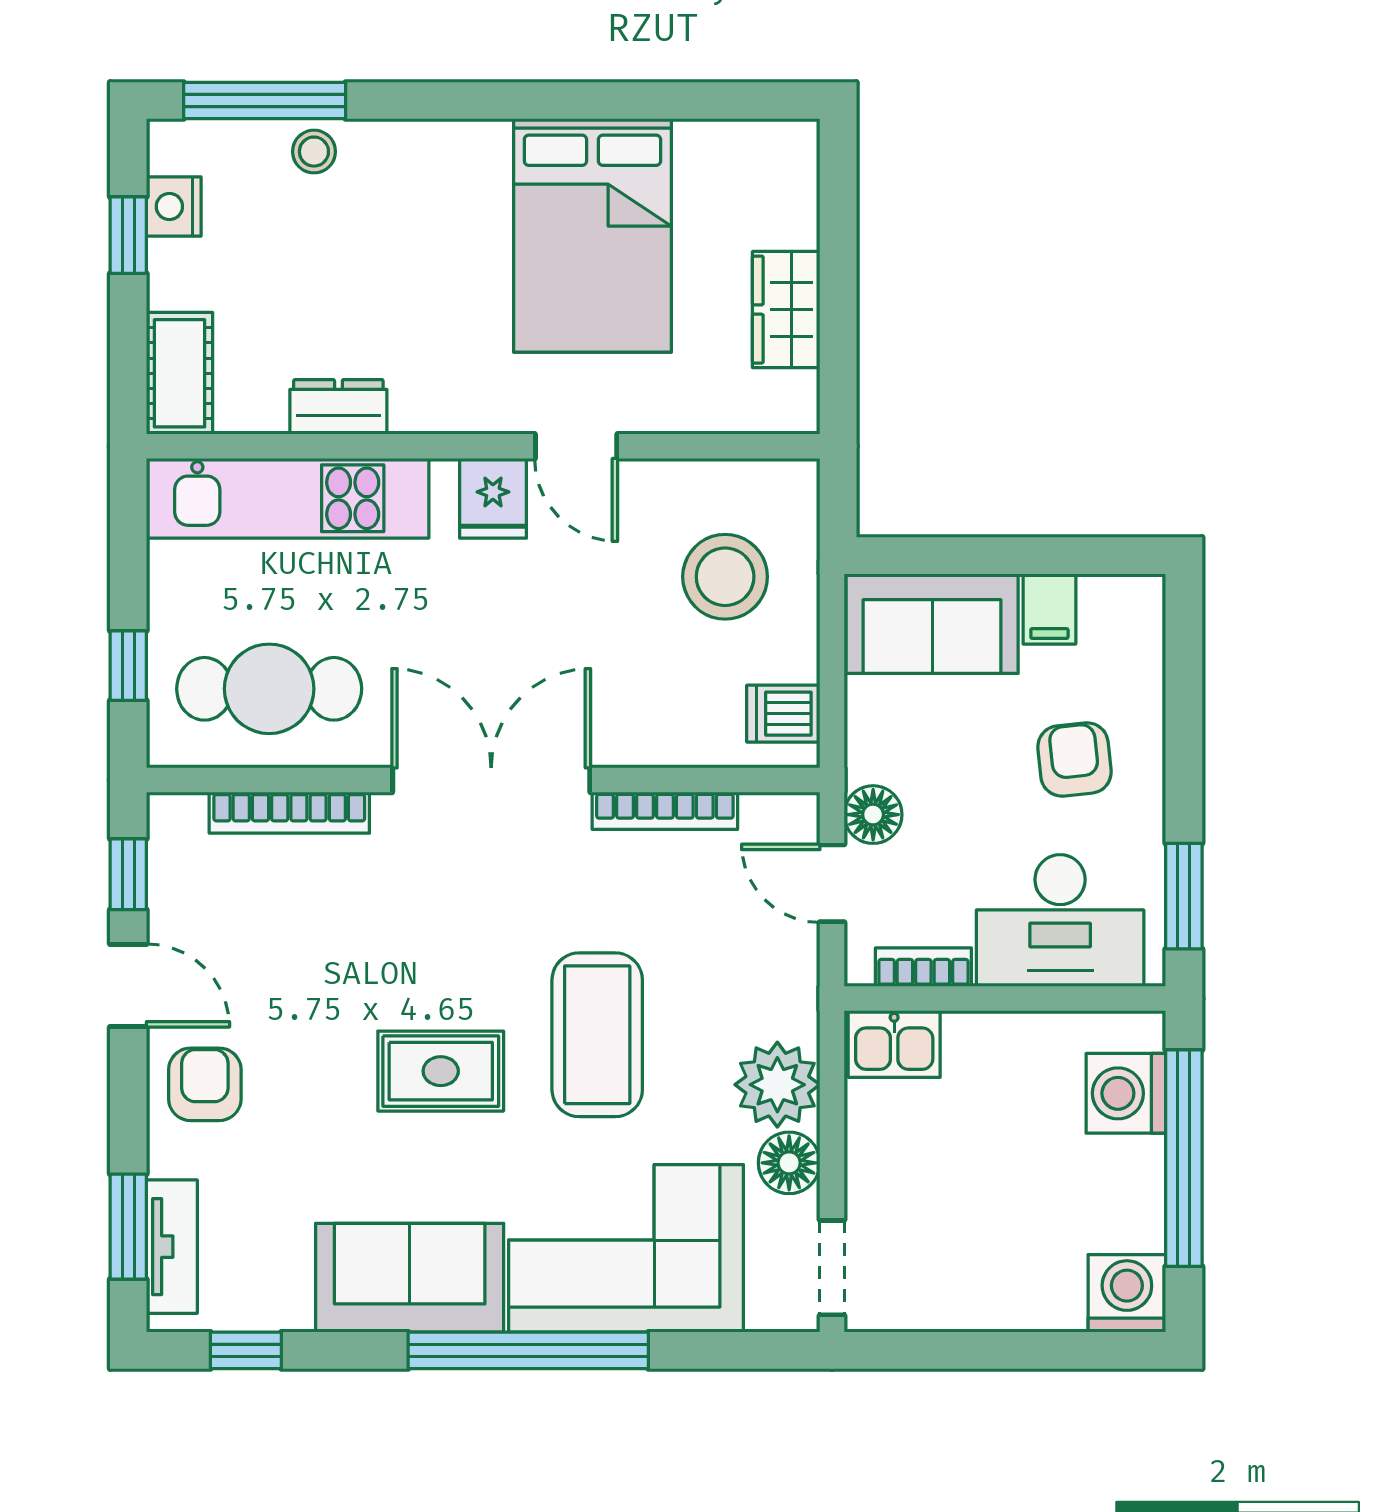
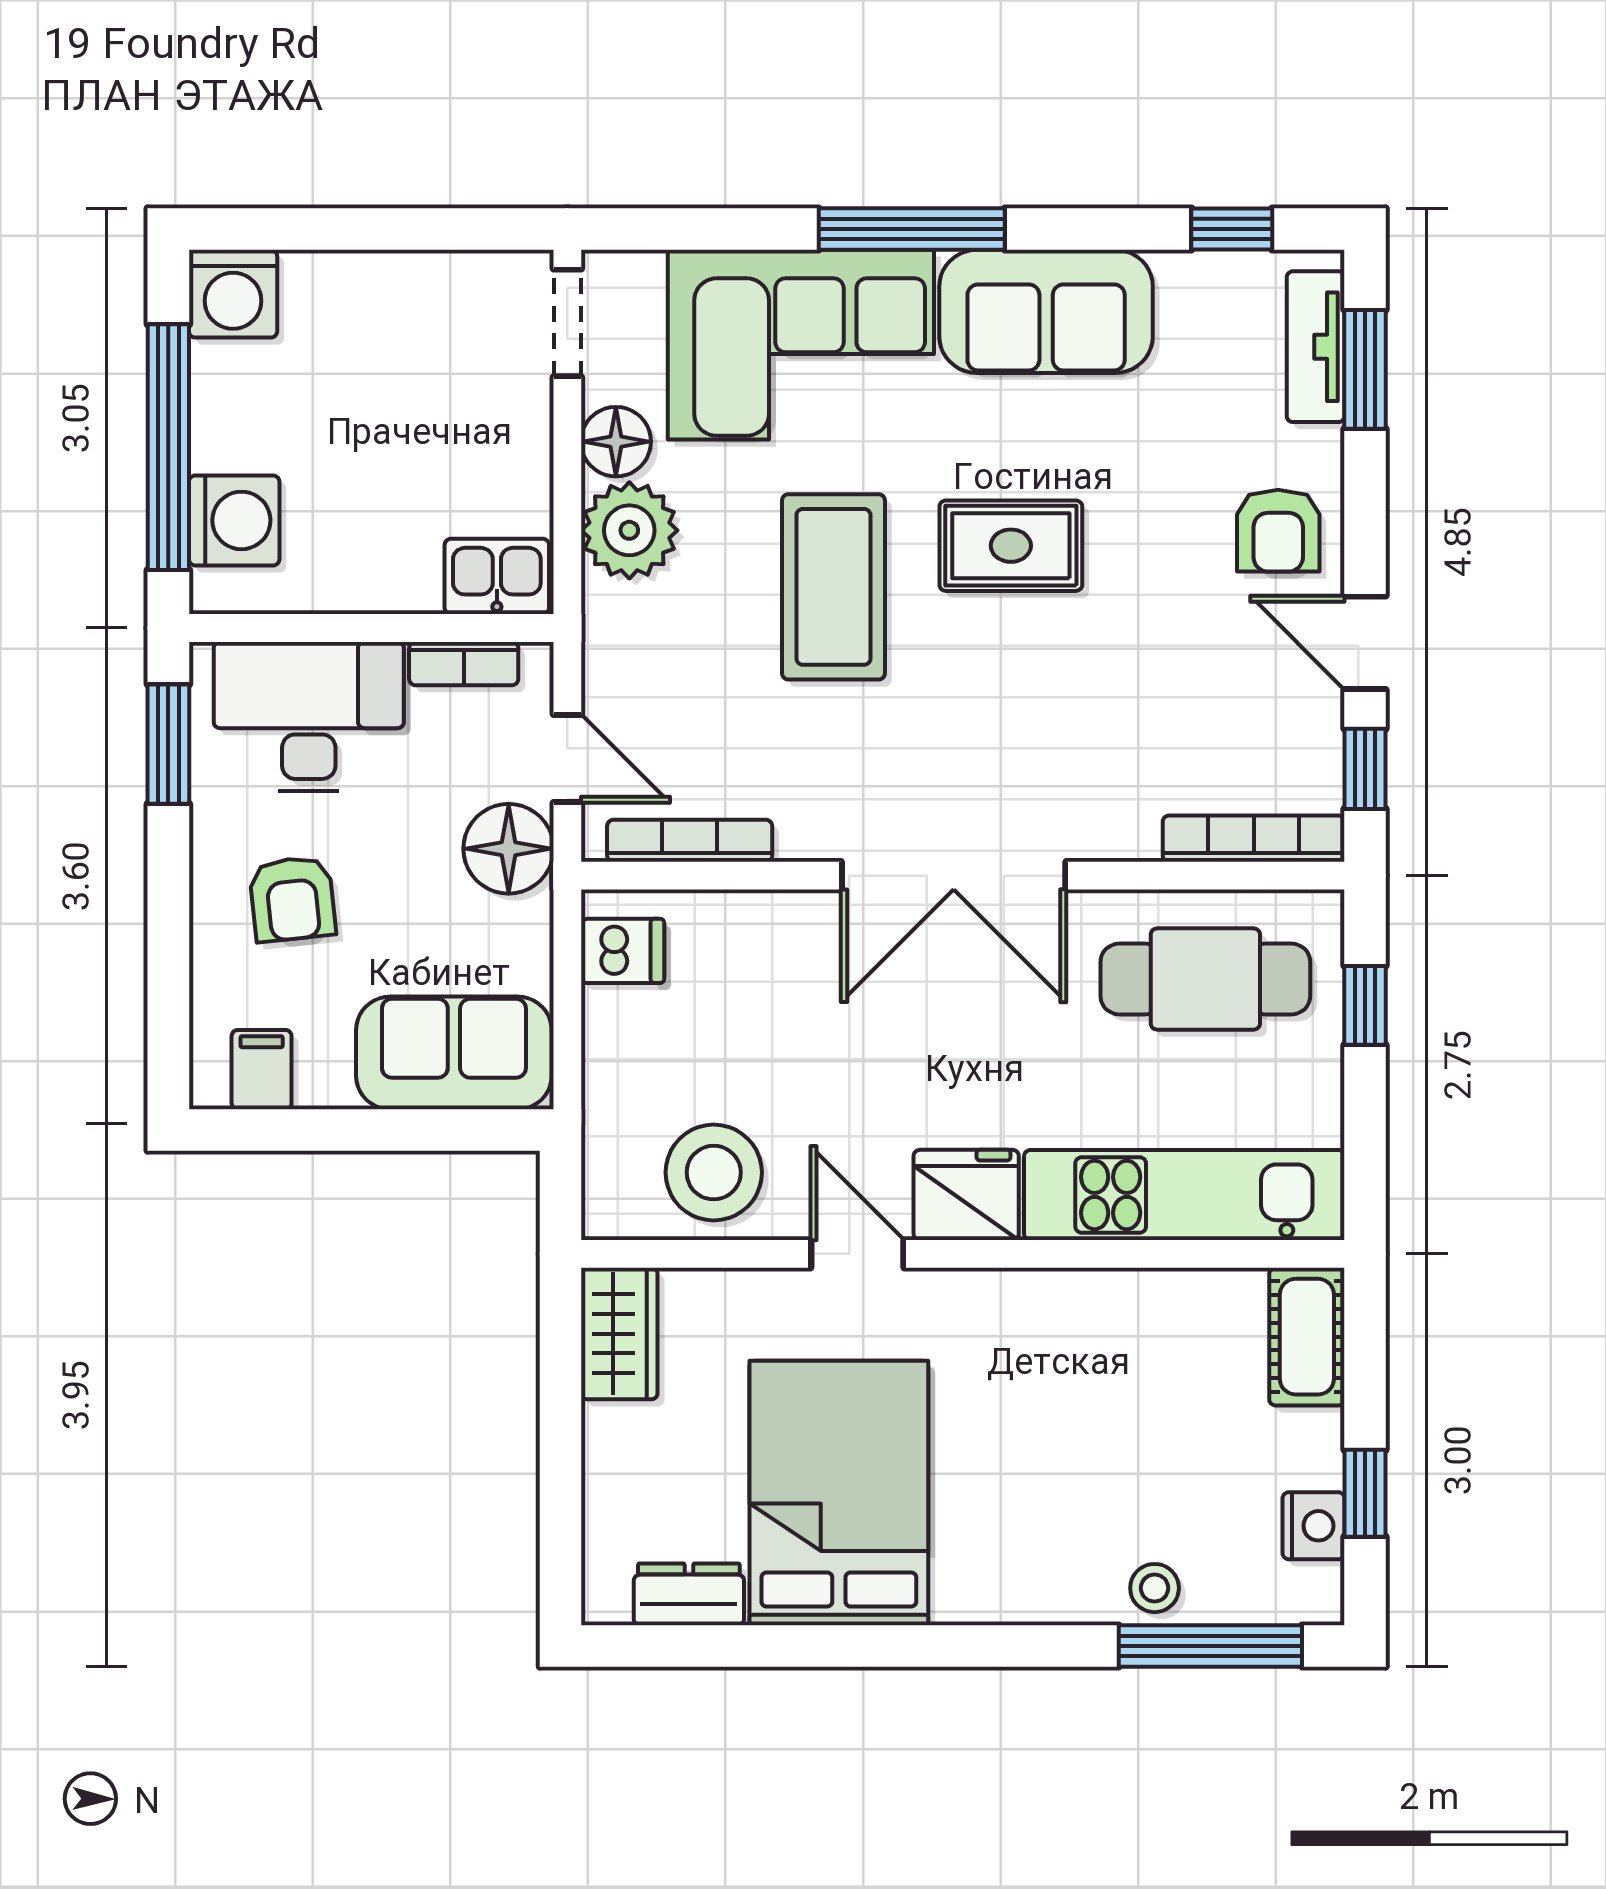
wardrobe: (786, 310) -> (619, 1334), moved
dresser: (338, 407) -> (689, 1594), moved, turned 180
fridge: (493, 498) -> (966, 1195), width x1.38
stool: (725, 577) -> (714, 1173), moved
filing cabinet: (1049, 609) -> (262, 1070), moved
bookcase: (665, 811) -> (690, 841), moved
bookcase: (289, 813) -> (1254, 839), moved
floor lamp: (873, 815) -> (509, 849), width x1.38, depth x1.38
window: (528, 1350) -> (912, 229), width x0.68

